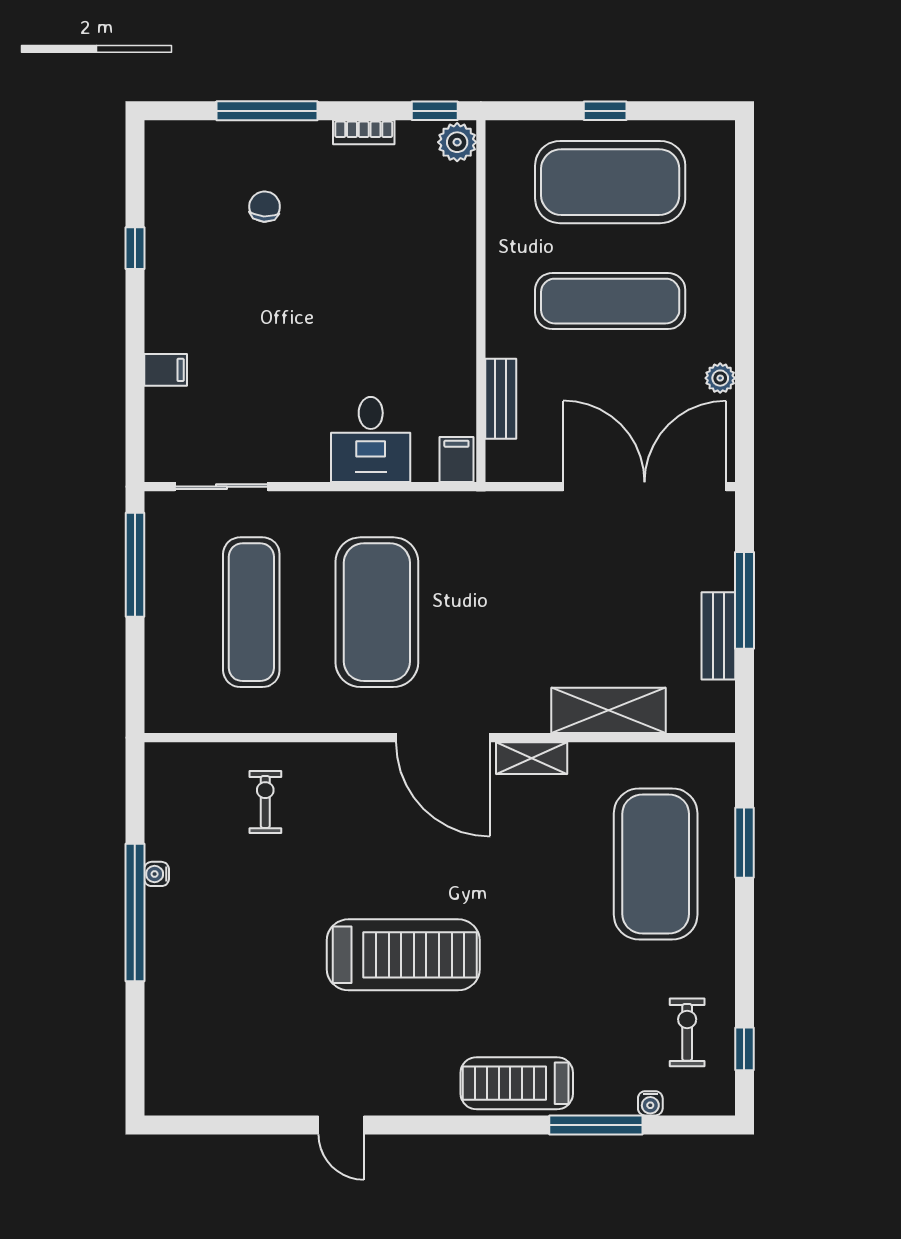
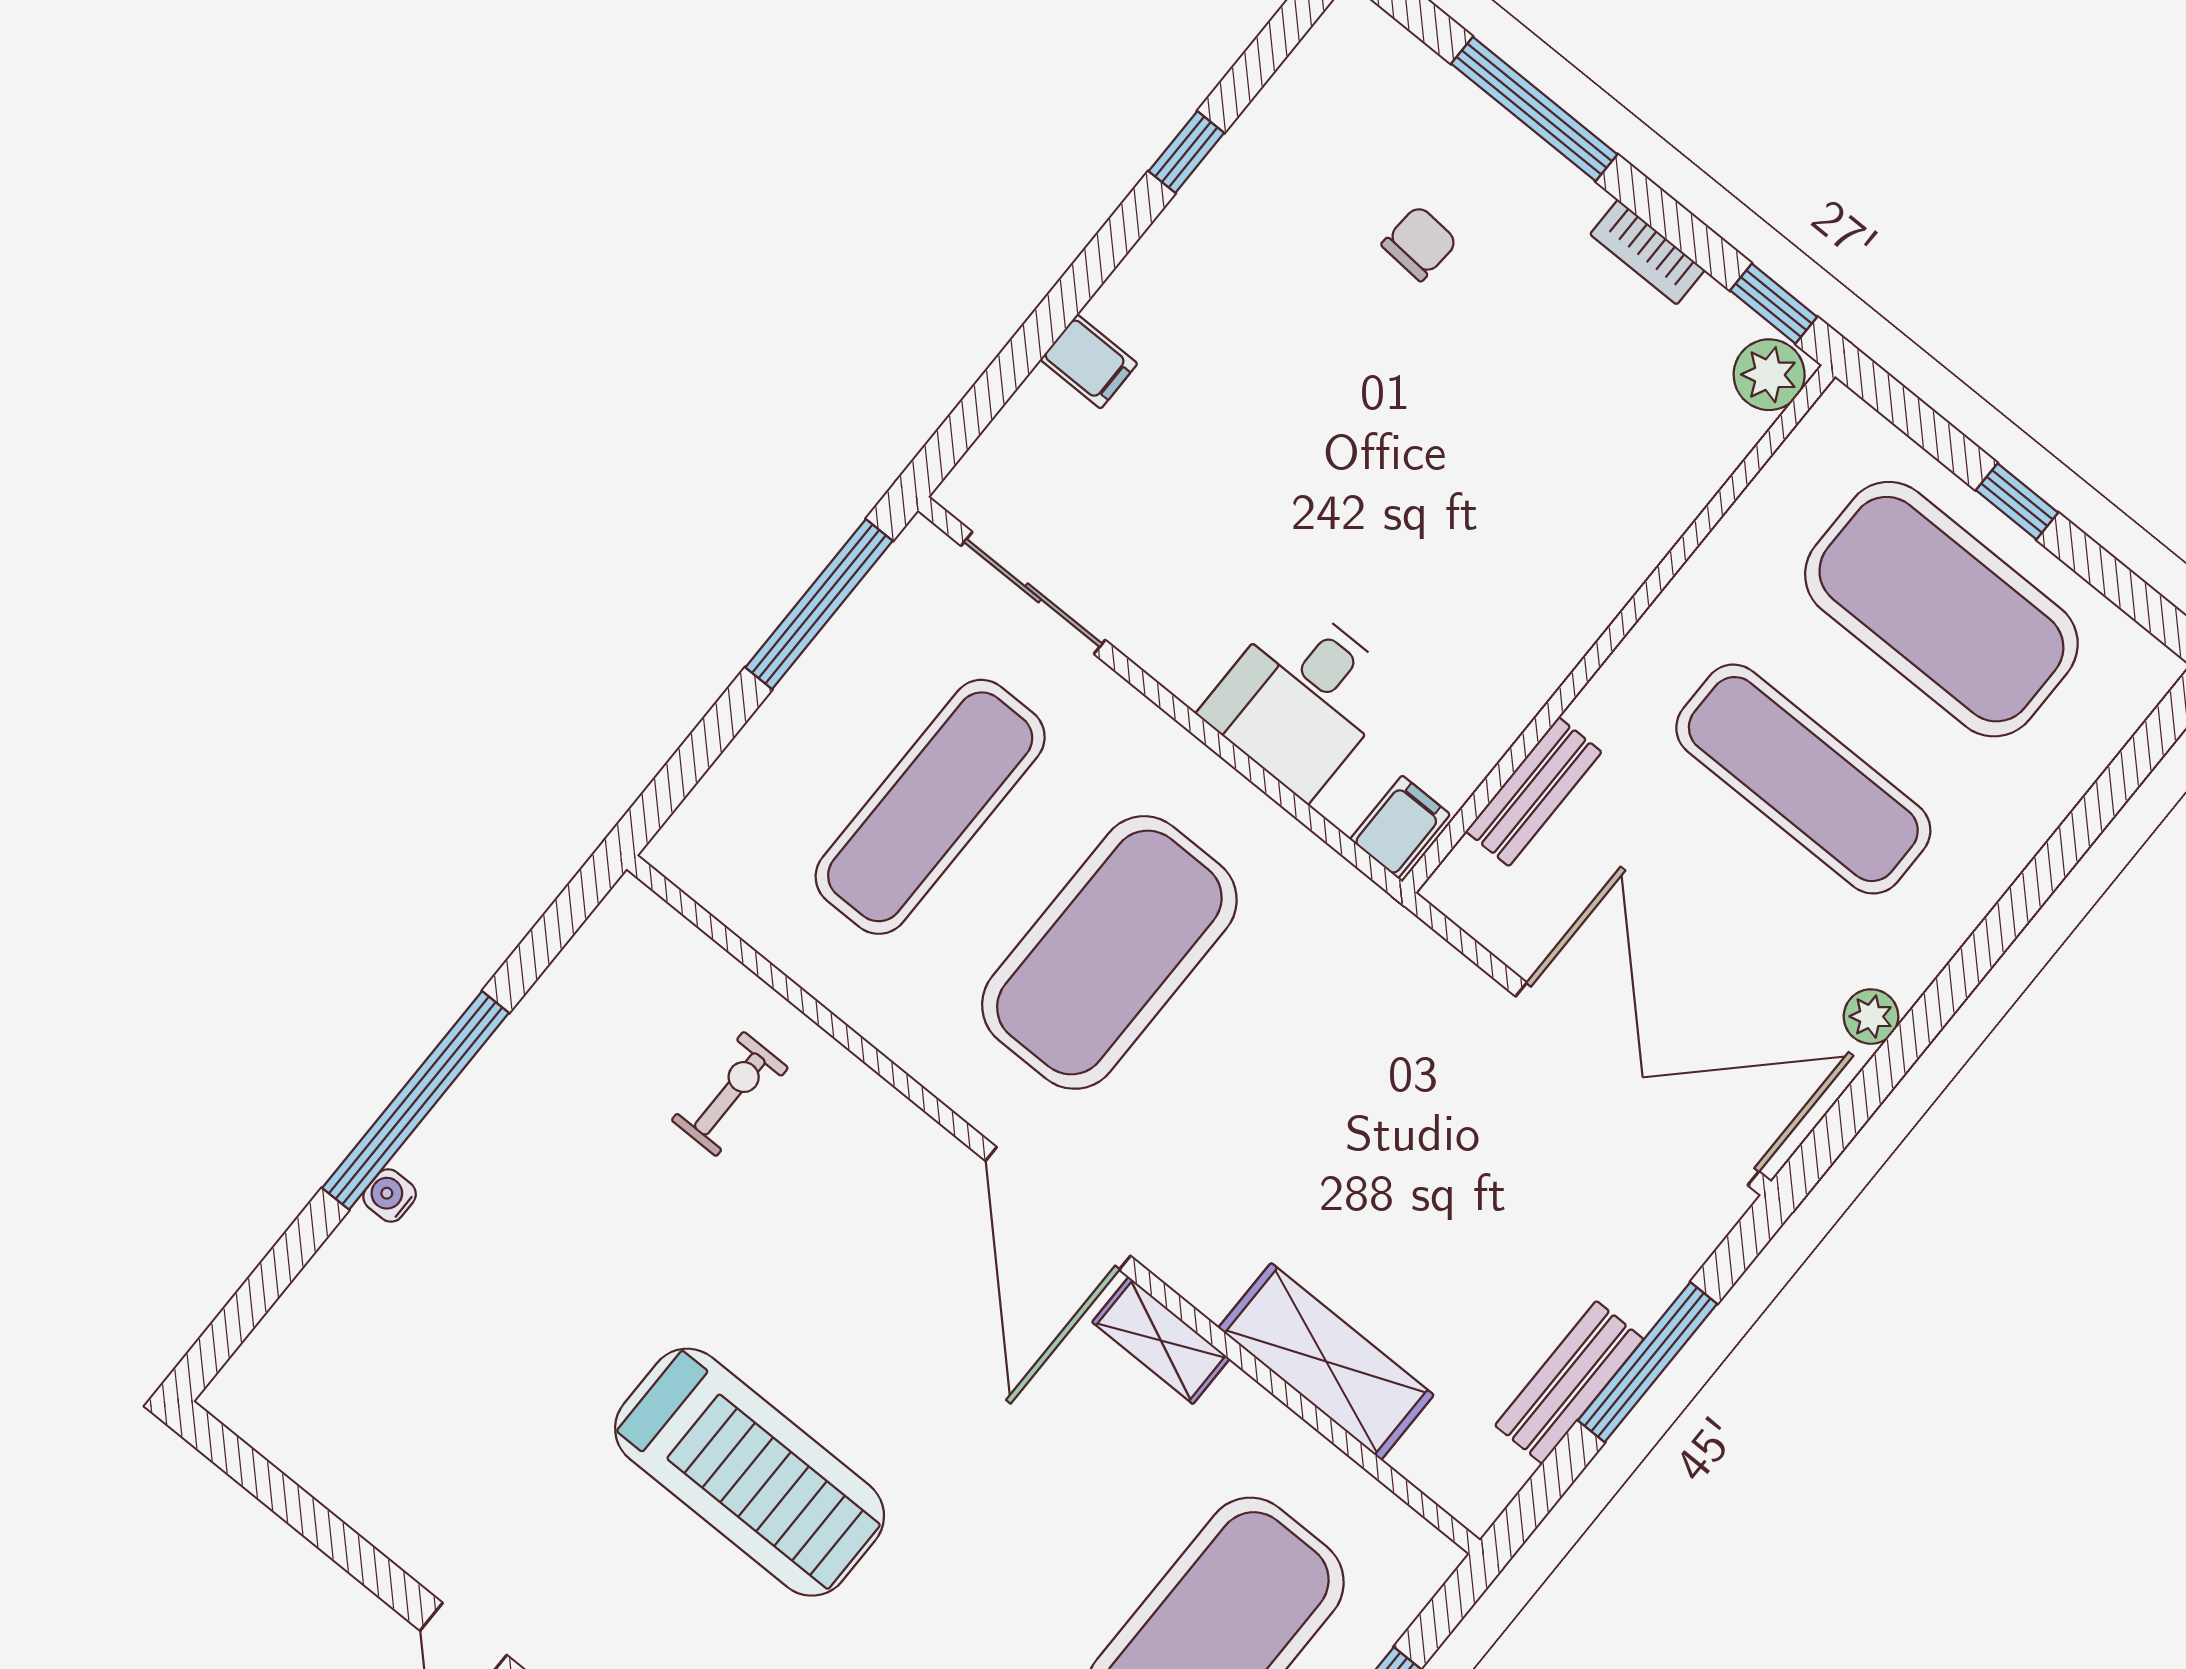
water cooler: (157, 874) -> (390, 1195), moved

